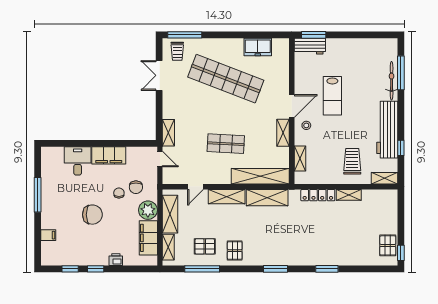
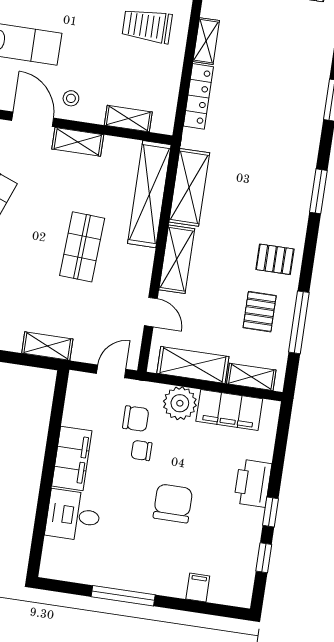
door: (160, 159) -> (111, 371), moved
printer: (116, 260) -> (253, 483), width x1.87, depth x1.48

